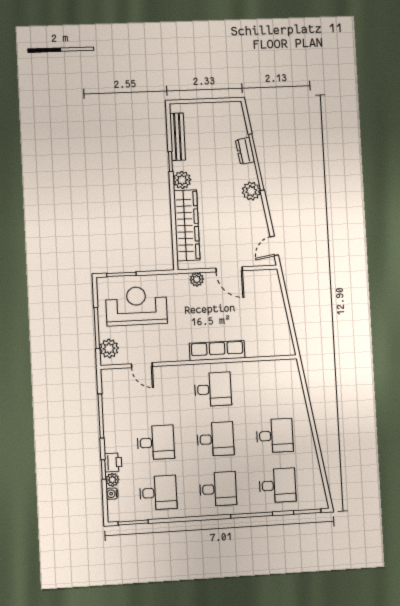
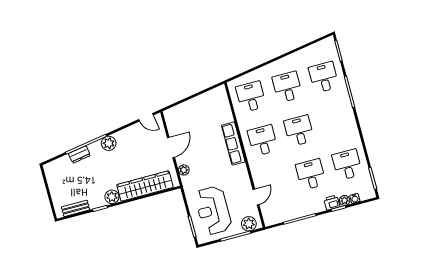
bench: (178, 137) -> (76, 208), width x0.73
desk: (218, 489) -> (251, 97), moved

